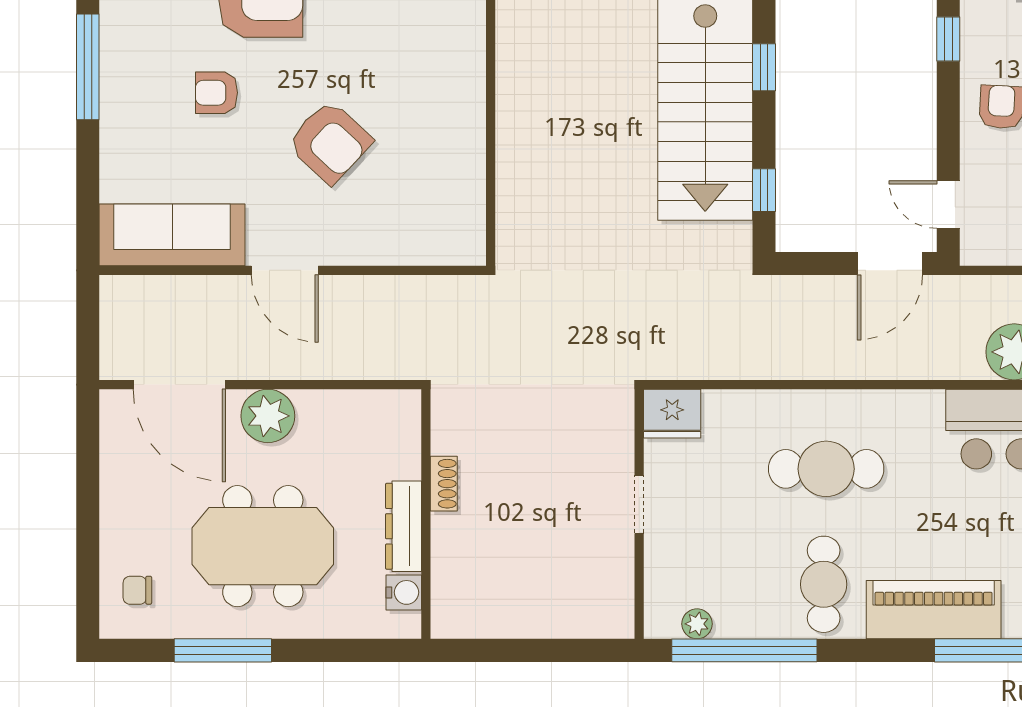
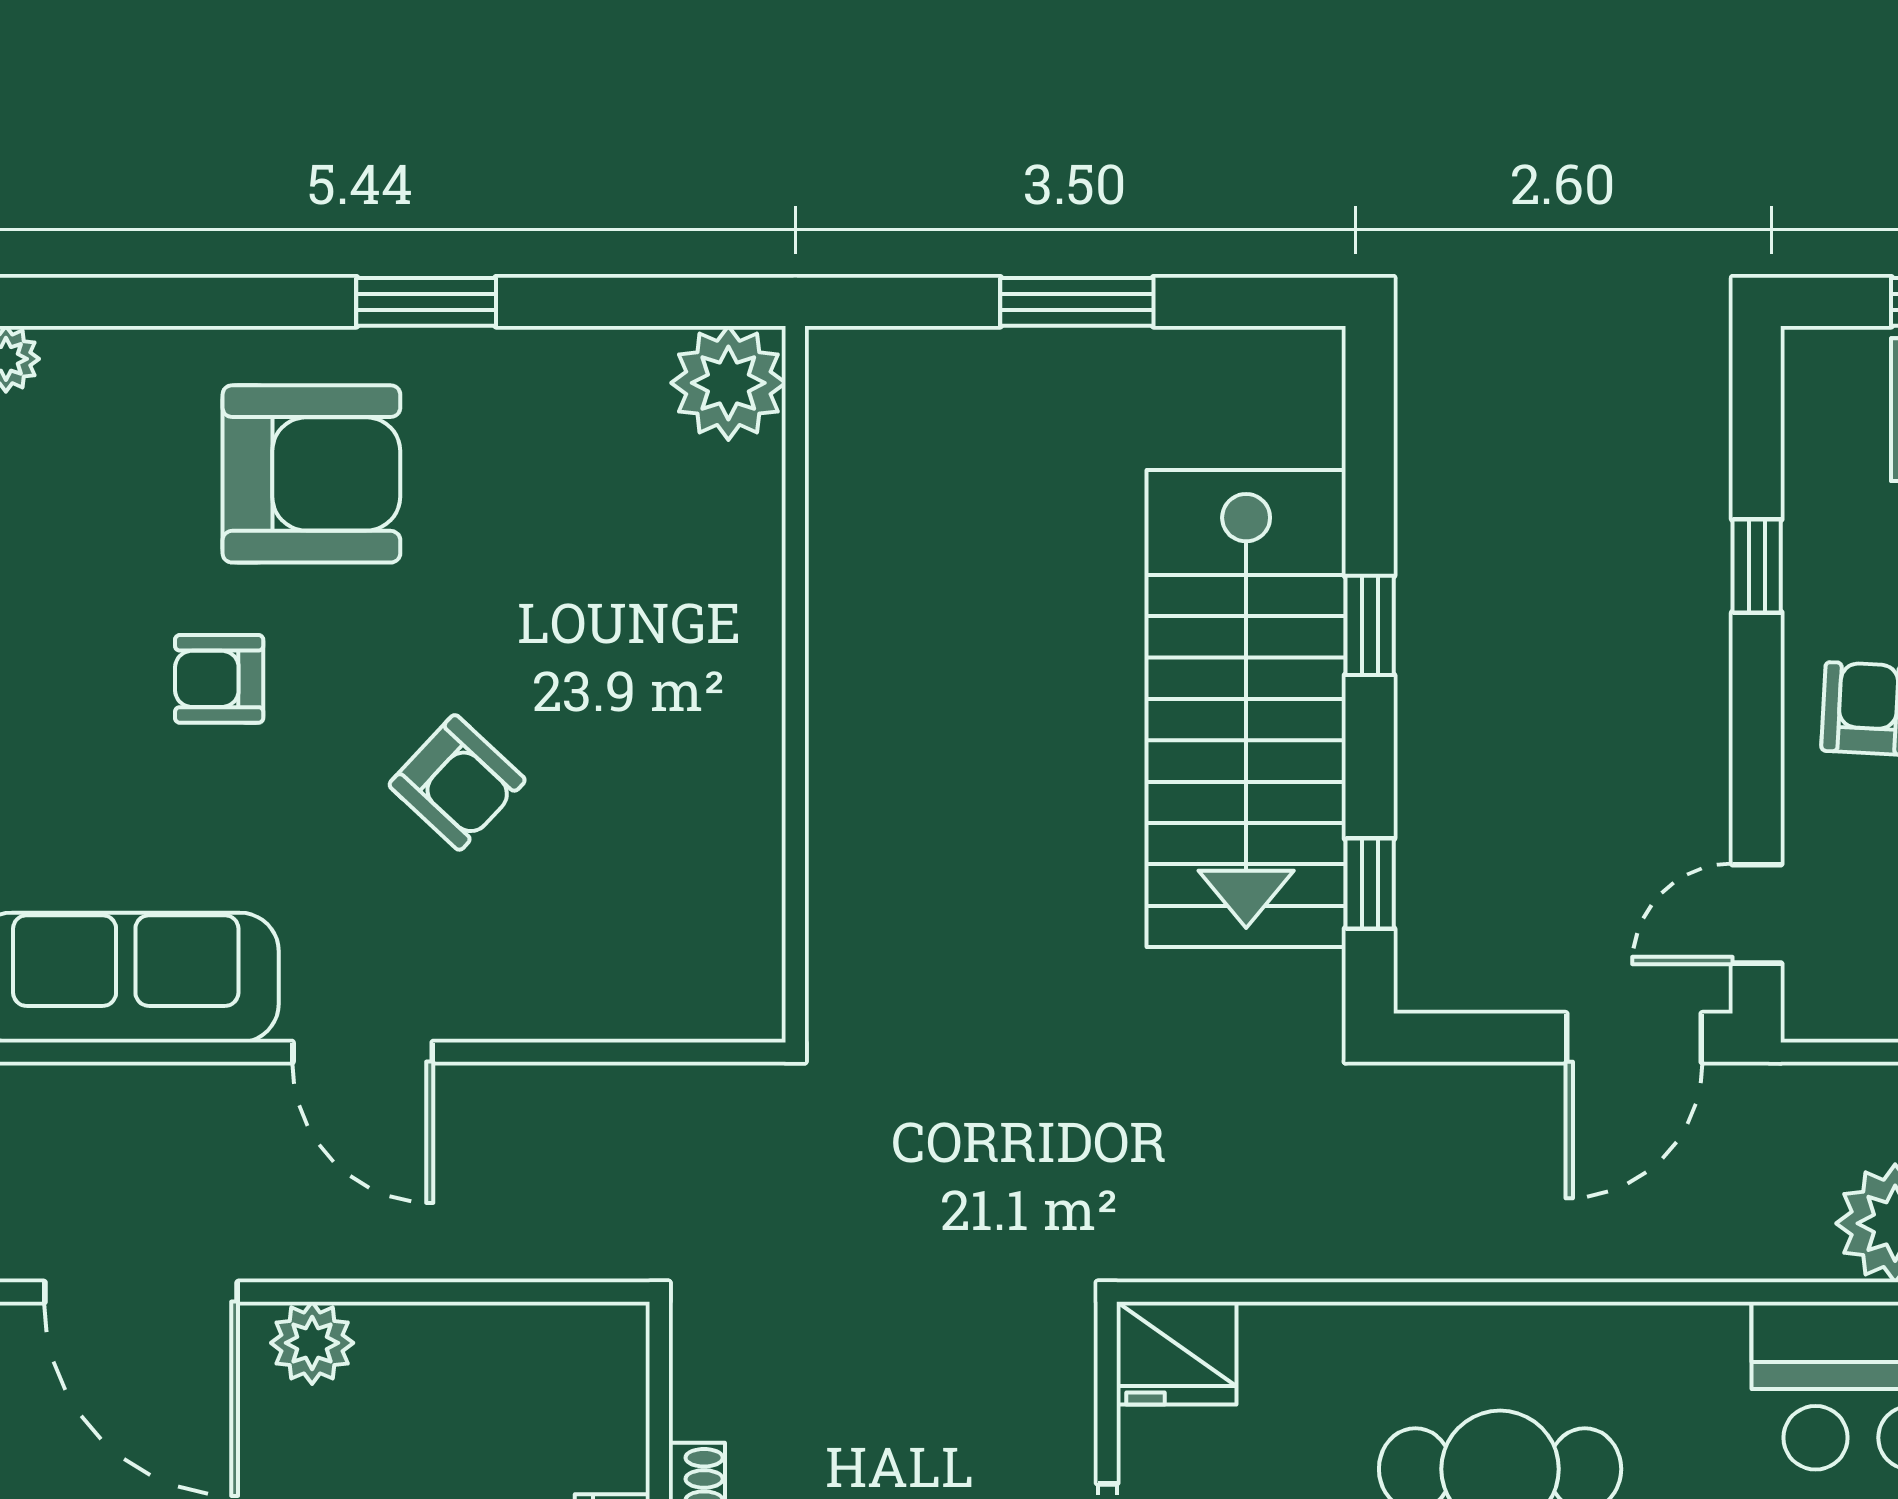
armchair: (330, 142) -> (457, 782), width x0.72, depth x0.72
door: (948, 205) -> (1757, 914), hinge flipped
plant: (268, 416) -> (312, 1343), width x0.73, depth x0.73

